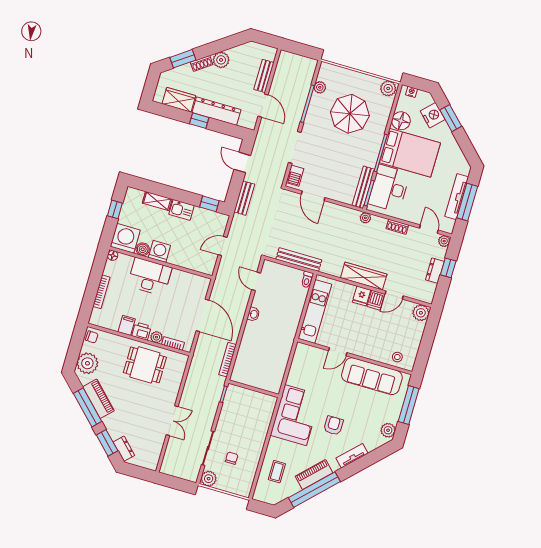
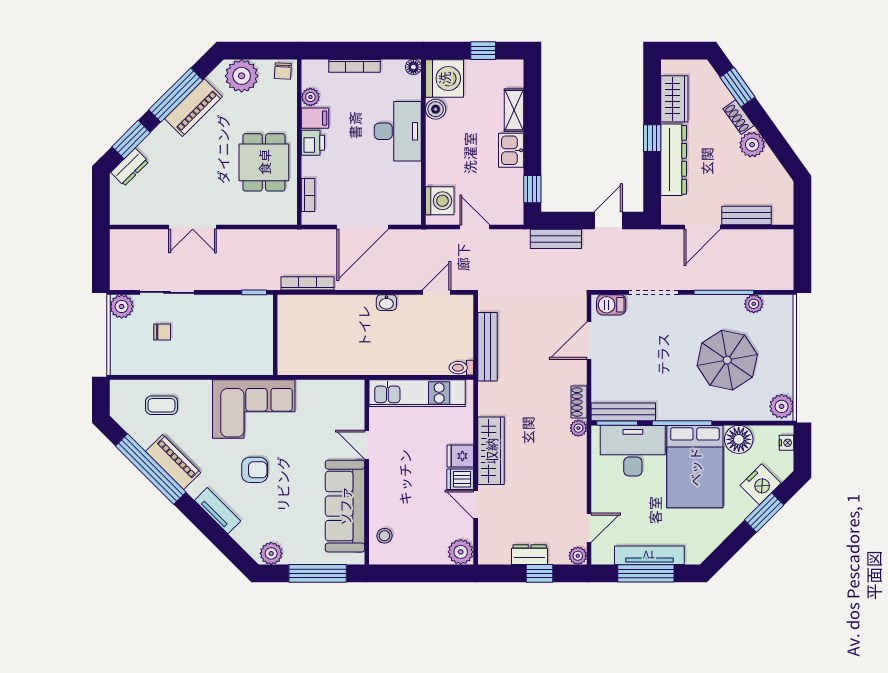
shoe rack: (397, 227) -> (579, 402), moved
washing machine: (159, 251) -> (440, 201), moved
plant: (156, 337) -> (310, 97), moved

